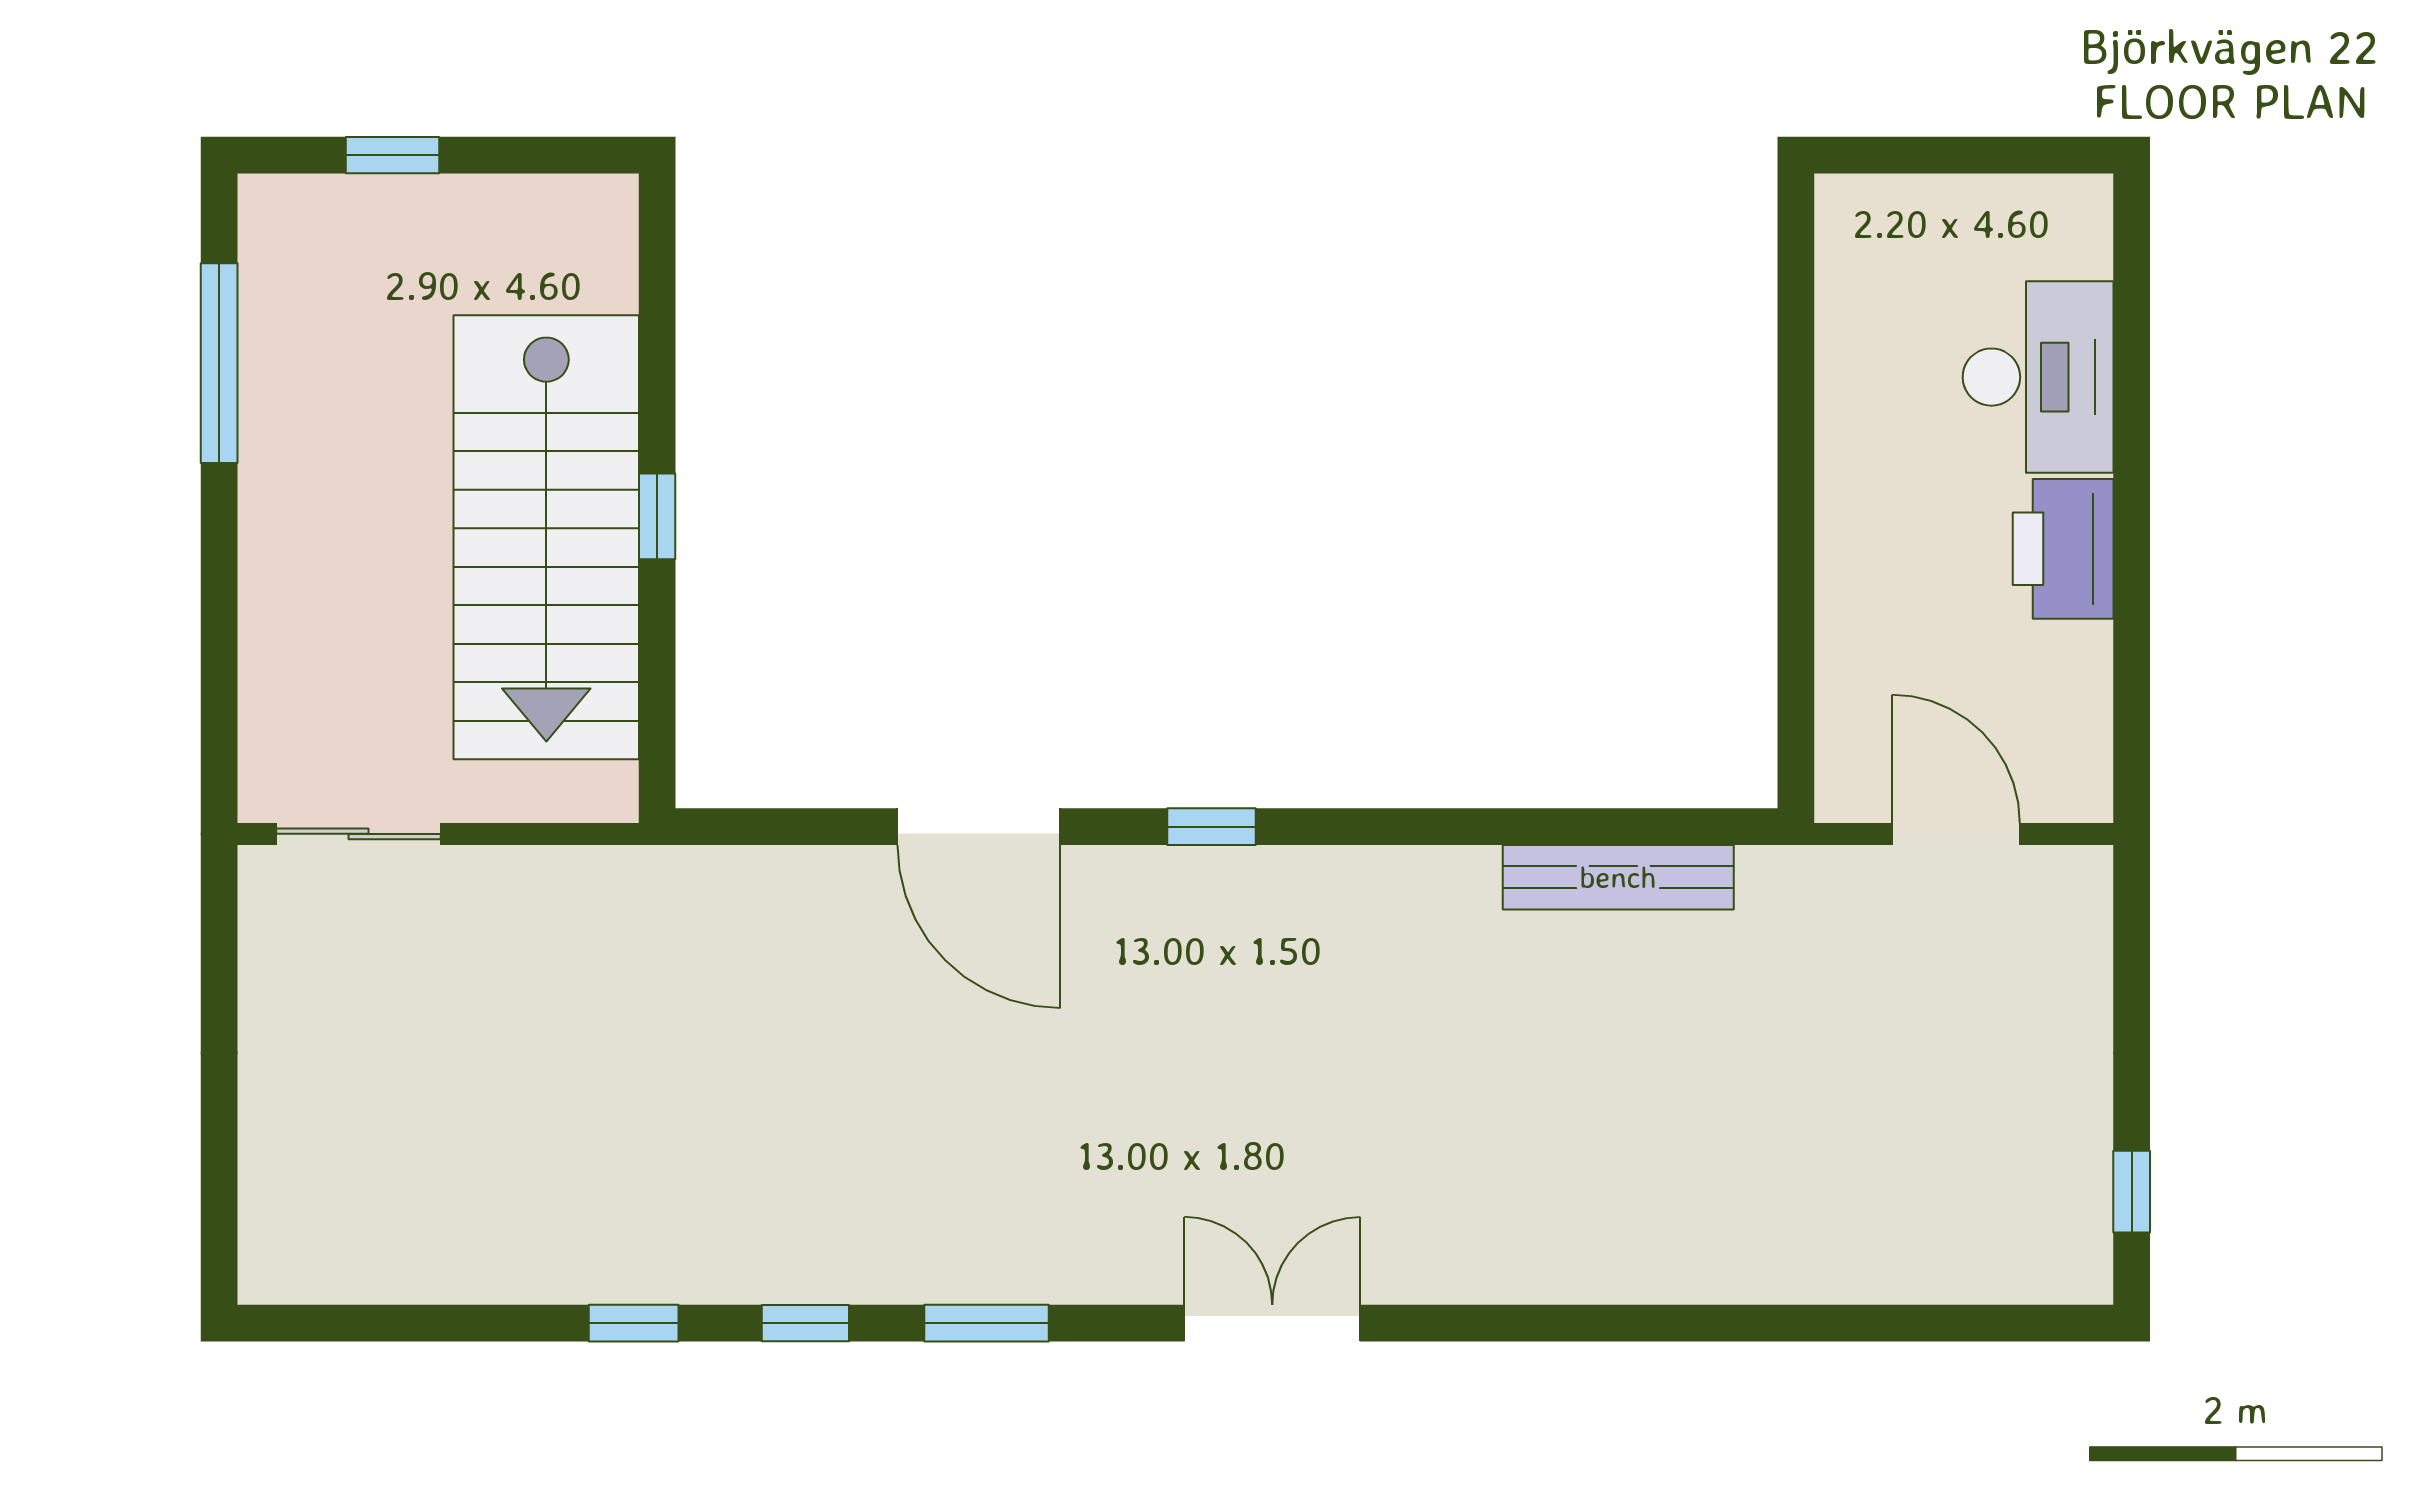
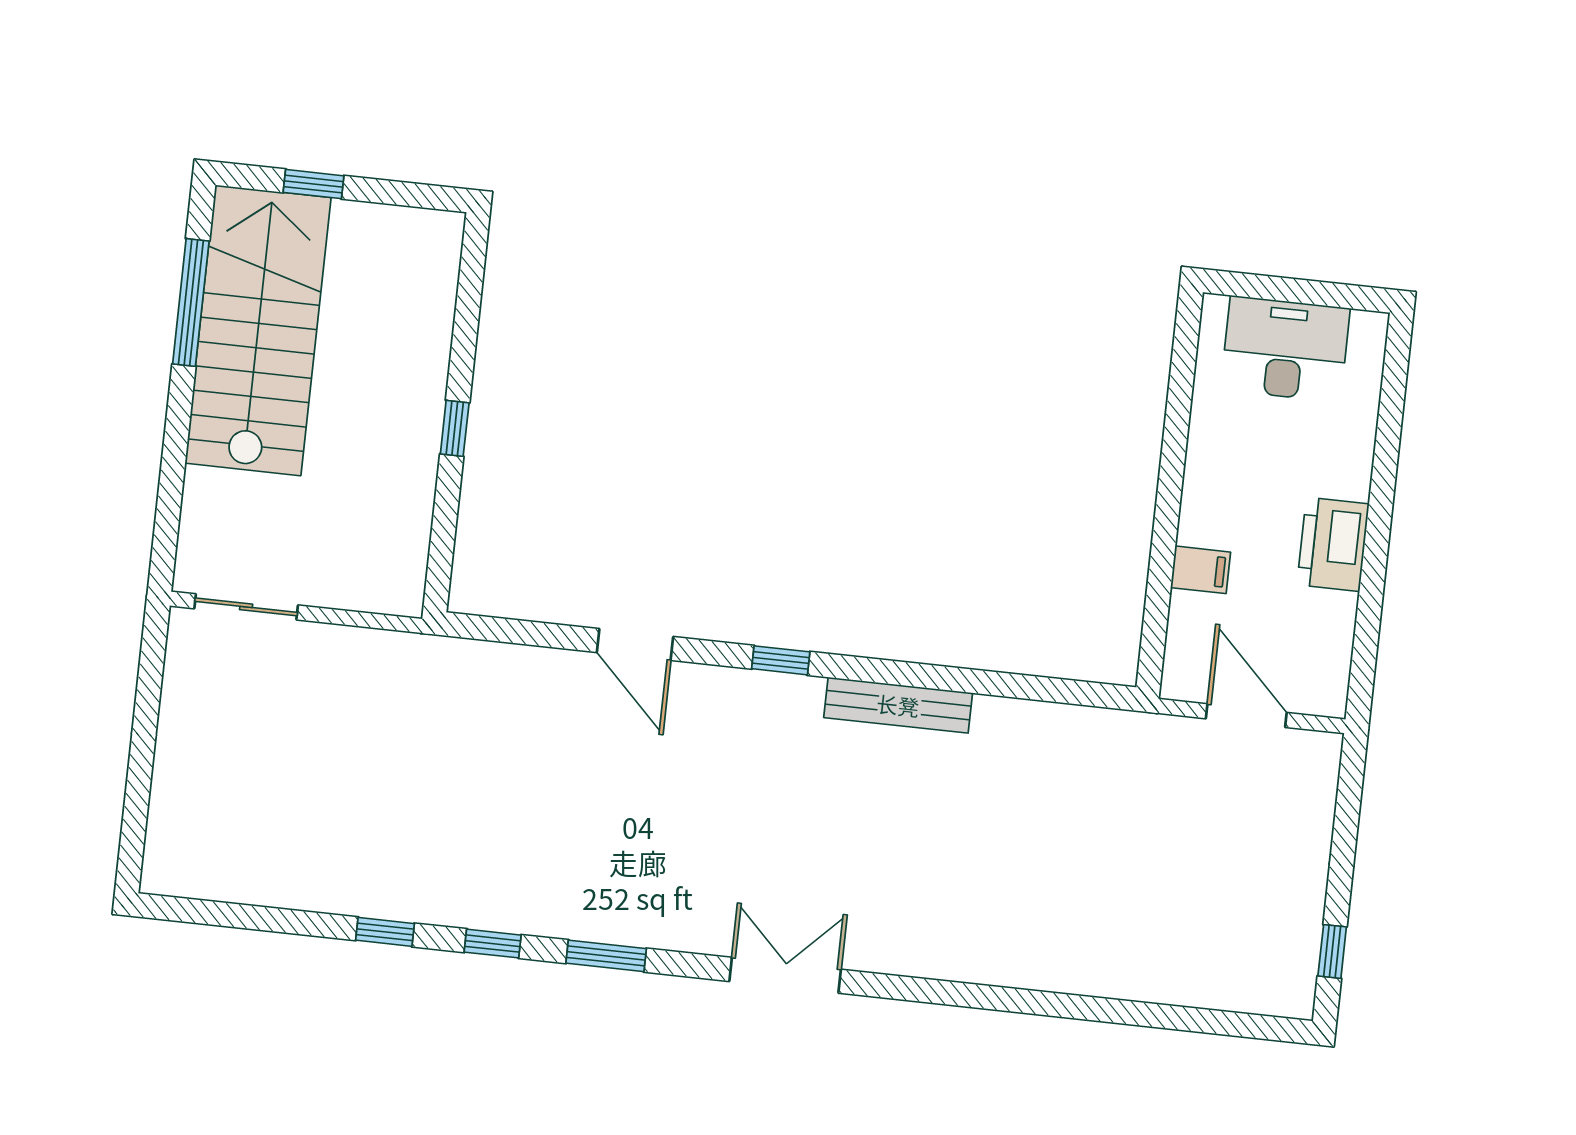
desk: (2038, 377) -> (1285, 349), moved, turned -90
stairs: (546, 537) -> (258, 330), moved, turned 180
filing cabinet: (1859, 612) -> (1201, 570), added
door: (979, 827) -> (635, 645), width x0.73
bench: (1618, 877) -> (898, 705), moved

